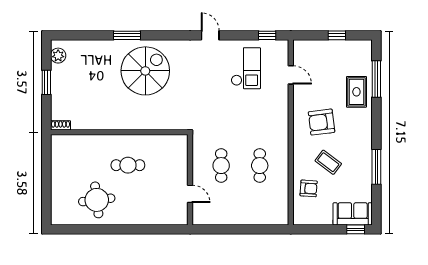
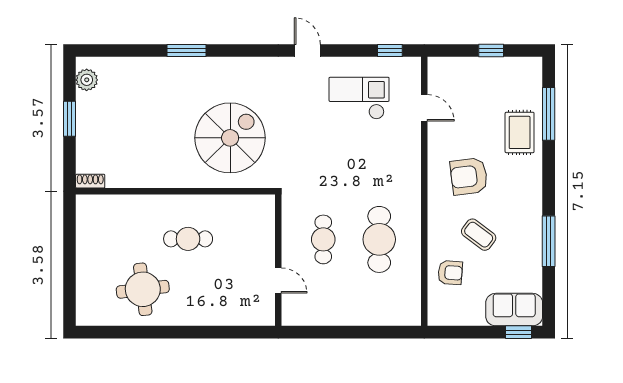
checkout: (246, 68) -> (359, 98), turned -90
spiral stairs: (145, 71) -> (230, 138), moved
cafe table: (260, 166) -> (379, 239), width x1.37, depth x1.35

